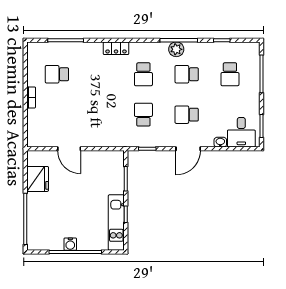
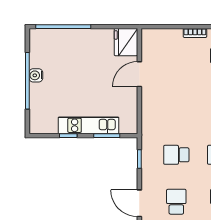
school desk: (143, 115) -> (176, 155), turned 180
fridge: (38, 179) -> (126, 42), moved, turned 90
kitchen unit: (116, 222) -> (88, 125), moved

